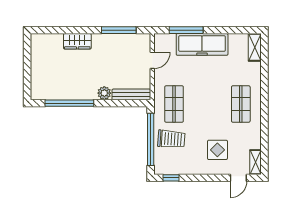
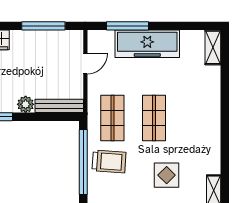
shop shelf: (241, 104) -> (154, 118), moved

